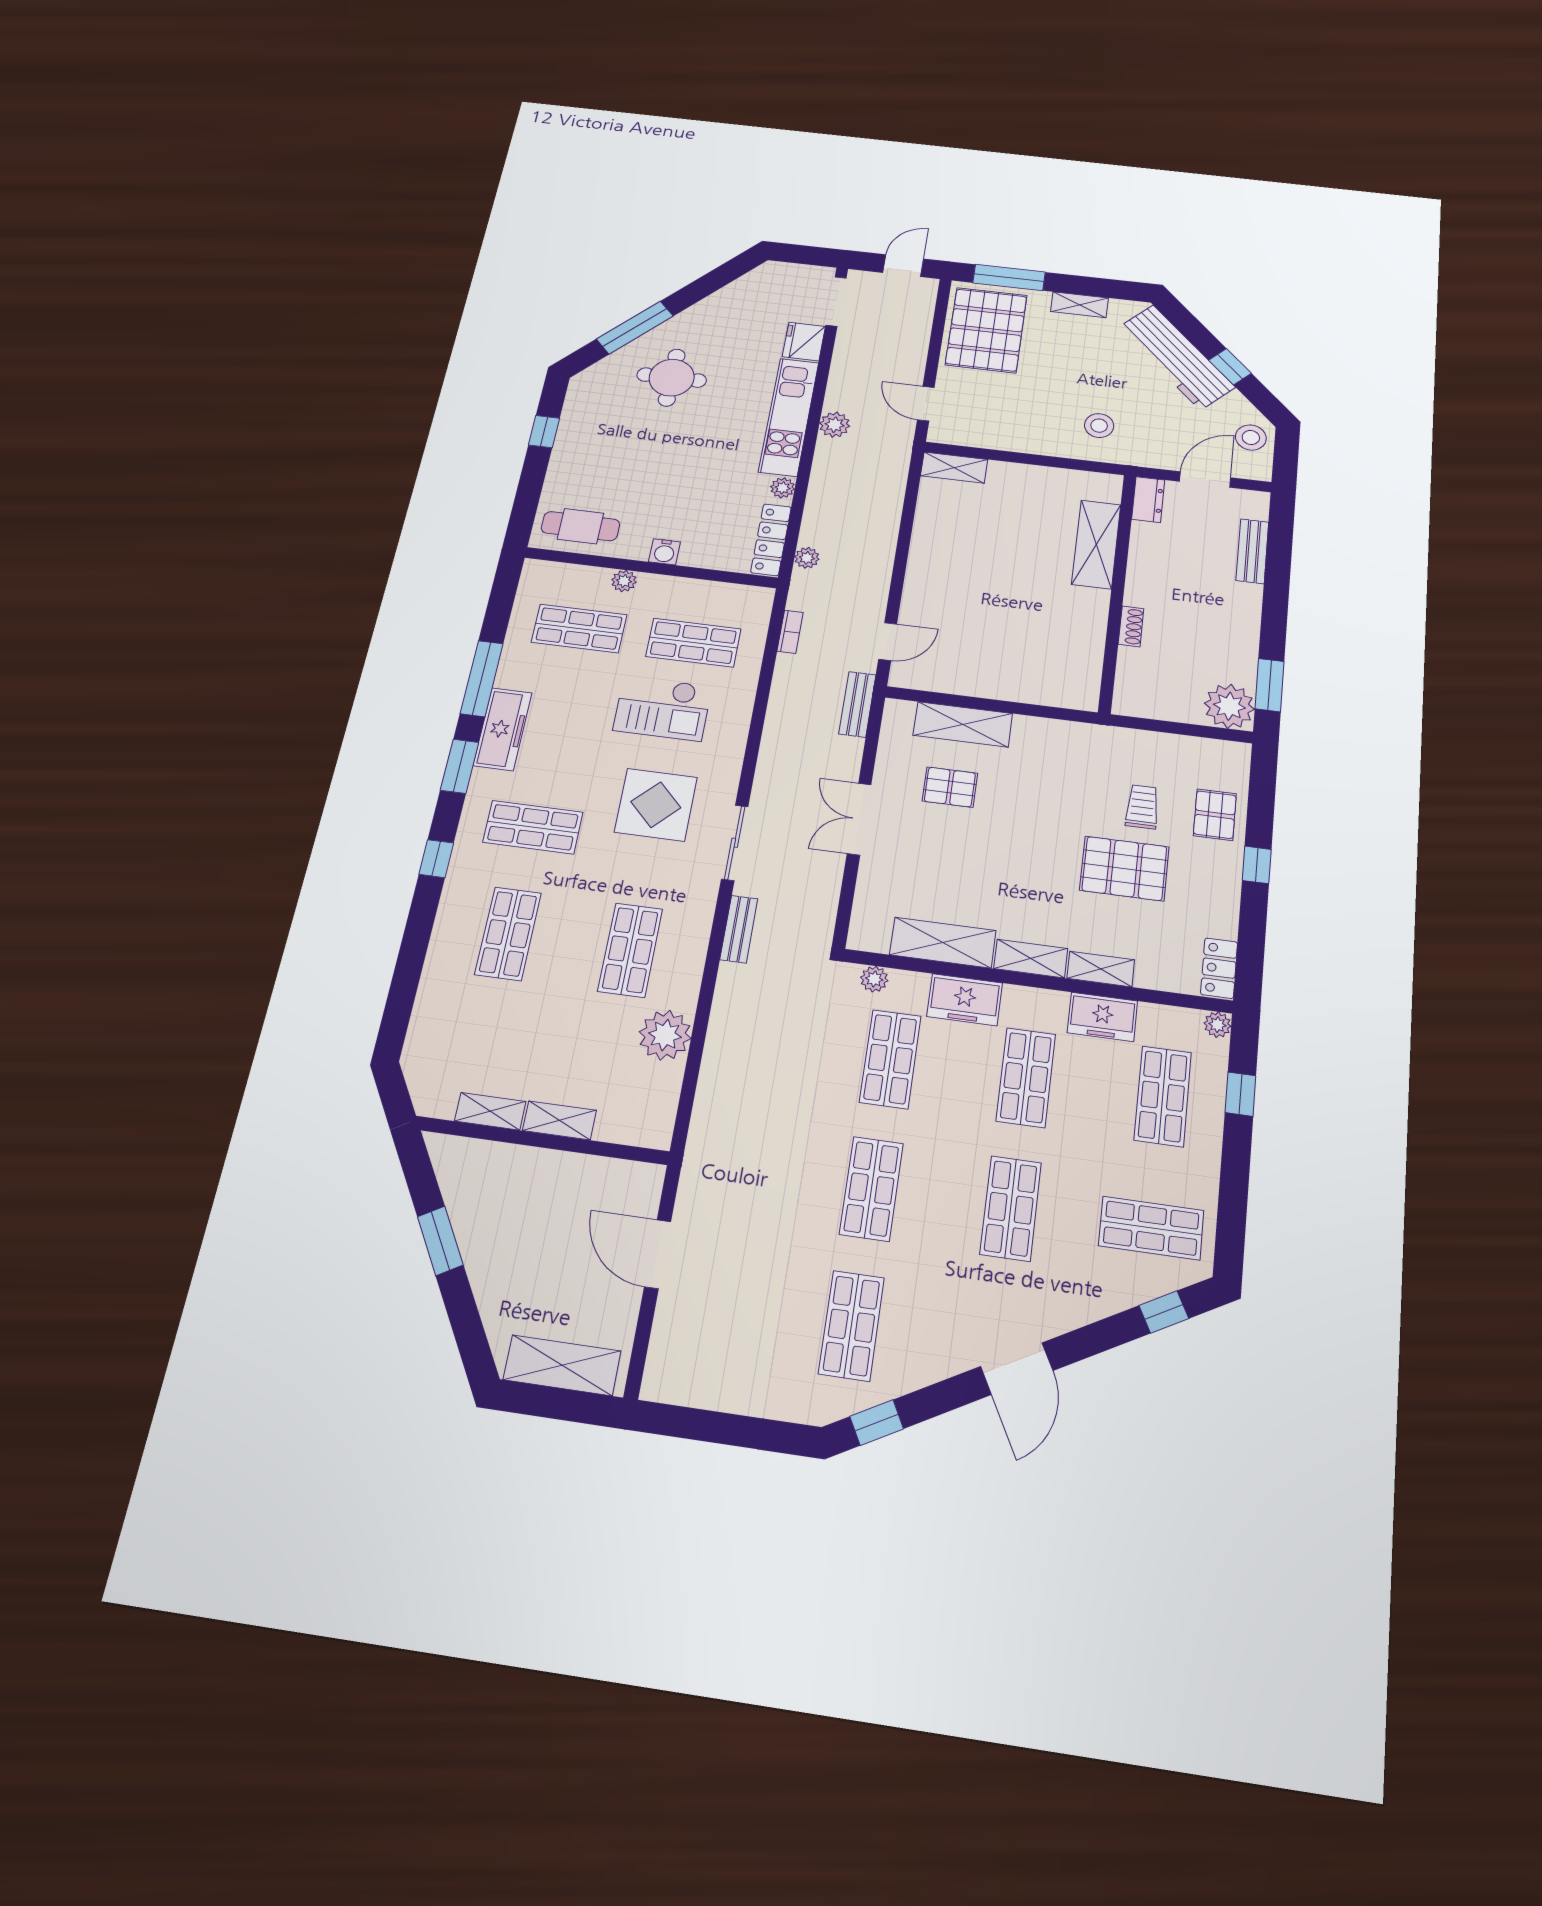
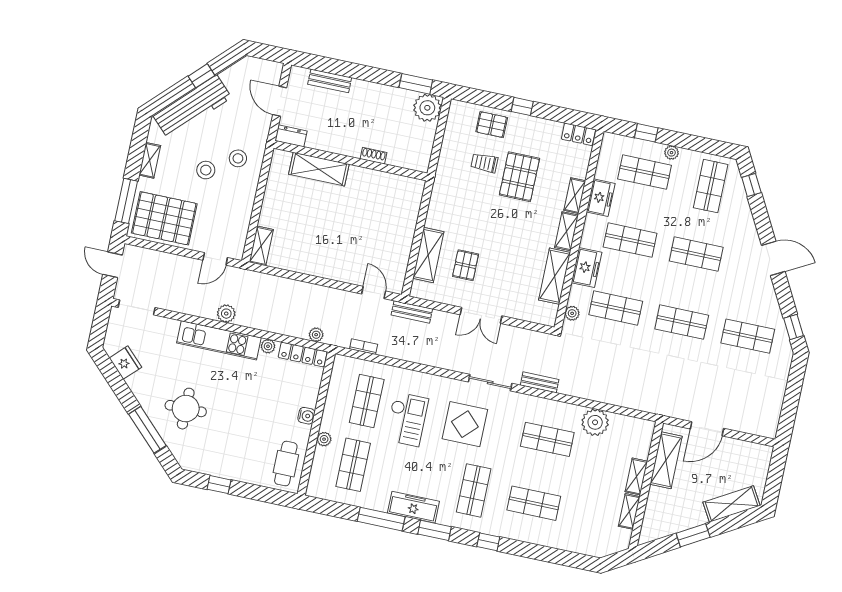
fridge: (804, 342) -> (125, 363), moved, turned -135
stool: (1251, 437) -> (206, 170), moved
plant: (1217, 1025) -> (671, 153), moved
shelving: (592, 1176) -> (666, 460), added
shelving: (562, 1365) -> (732, 504), moved, turned 60

